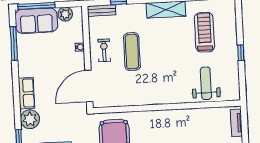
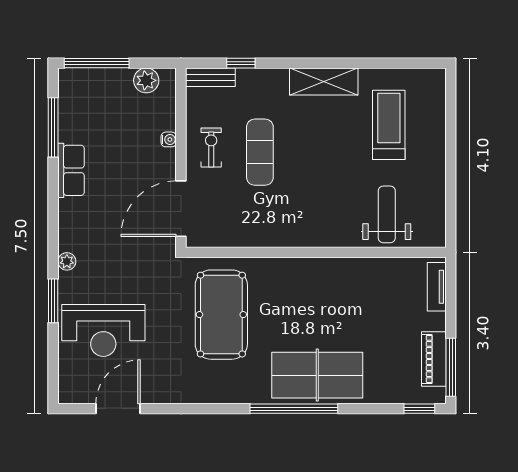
sofa: (36, 21) -> (95, 89), removed
window: (241, 53) -> (451, 164), removed
row of seats: (27, 93) -> (71, 170), moved
plant: (30, 119) -> (67, 261), width x0.53, depth x0.53

